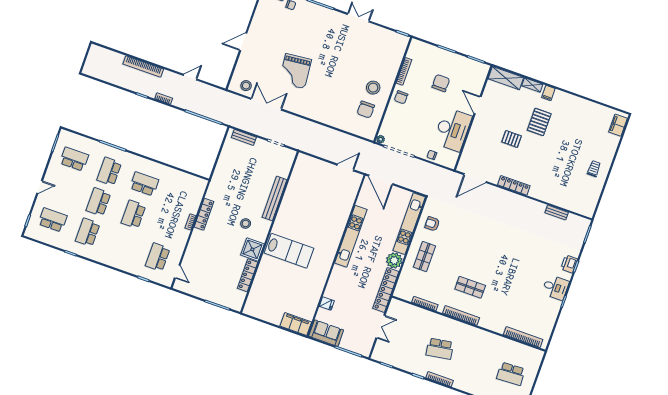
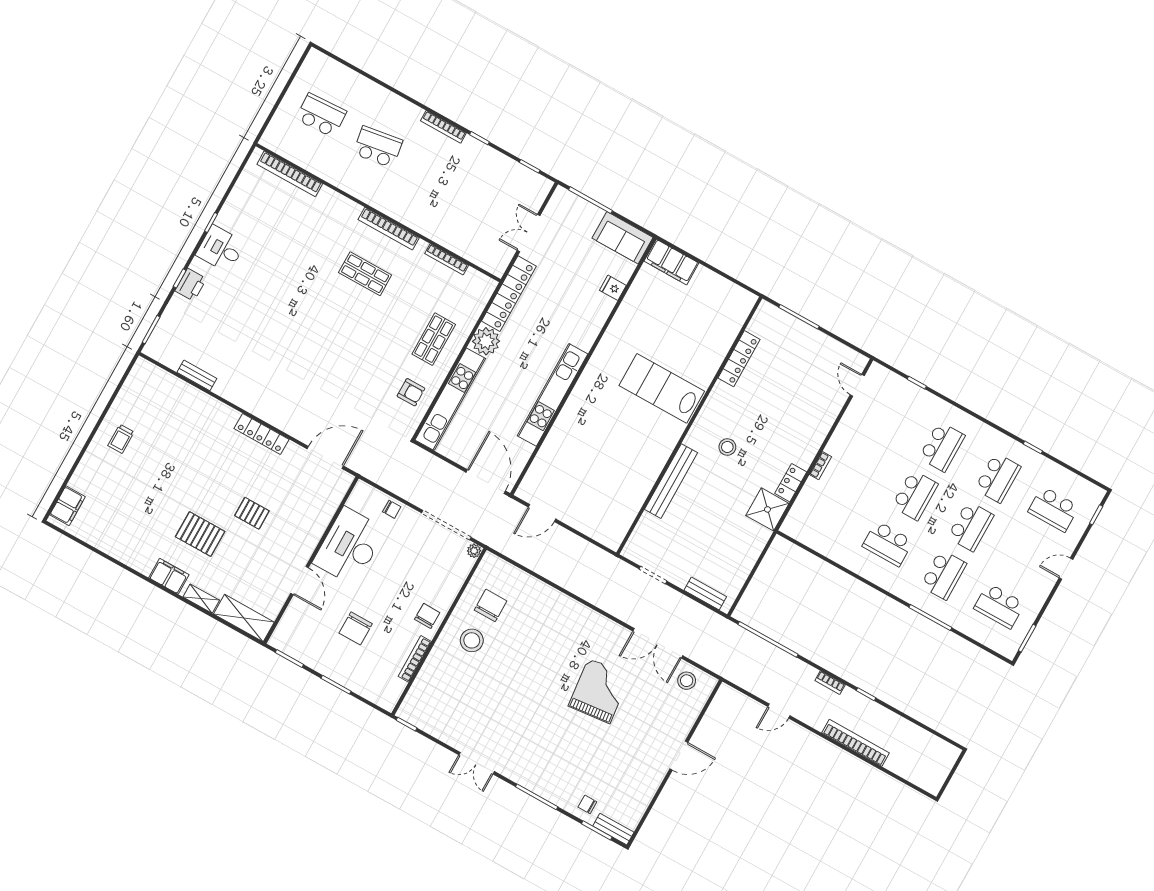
filing cabinet: (548, 93) -> (169, 576), width x2.00
pallet: (539, 122) -> (200, 534), turned 90
locker: (204, 214) -> (791, 483), width x0.66
shower: (252, 249) -> (767, 509), moved
school desk: (158, 257) -> (942, 447), moved
school desk: (440, 349) -> (378, 147), moved

